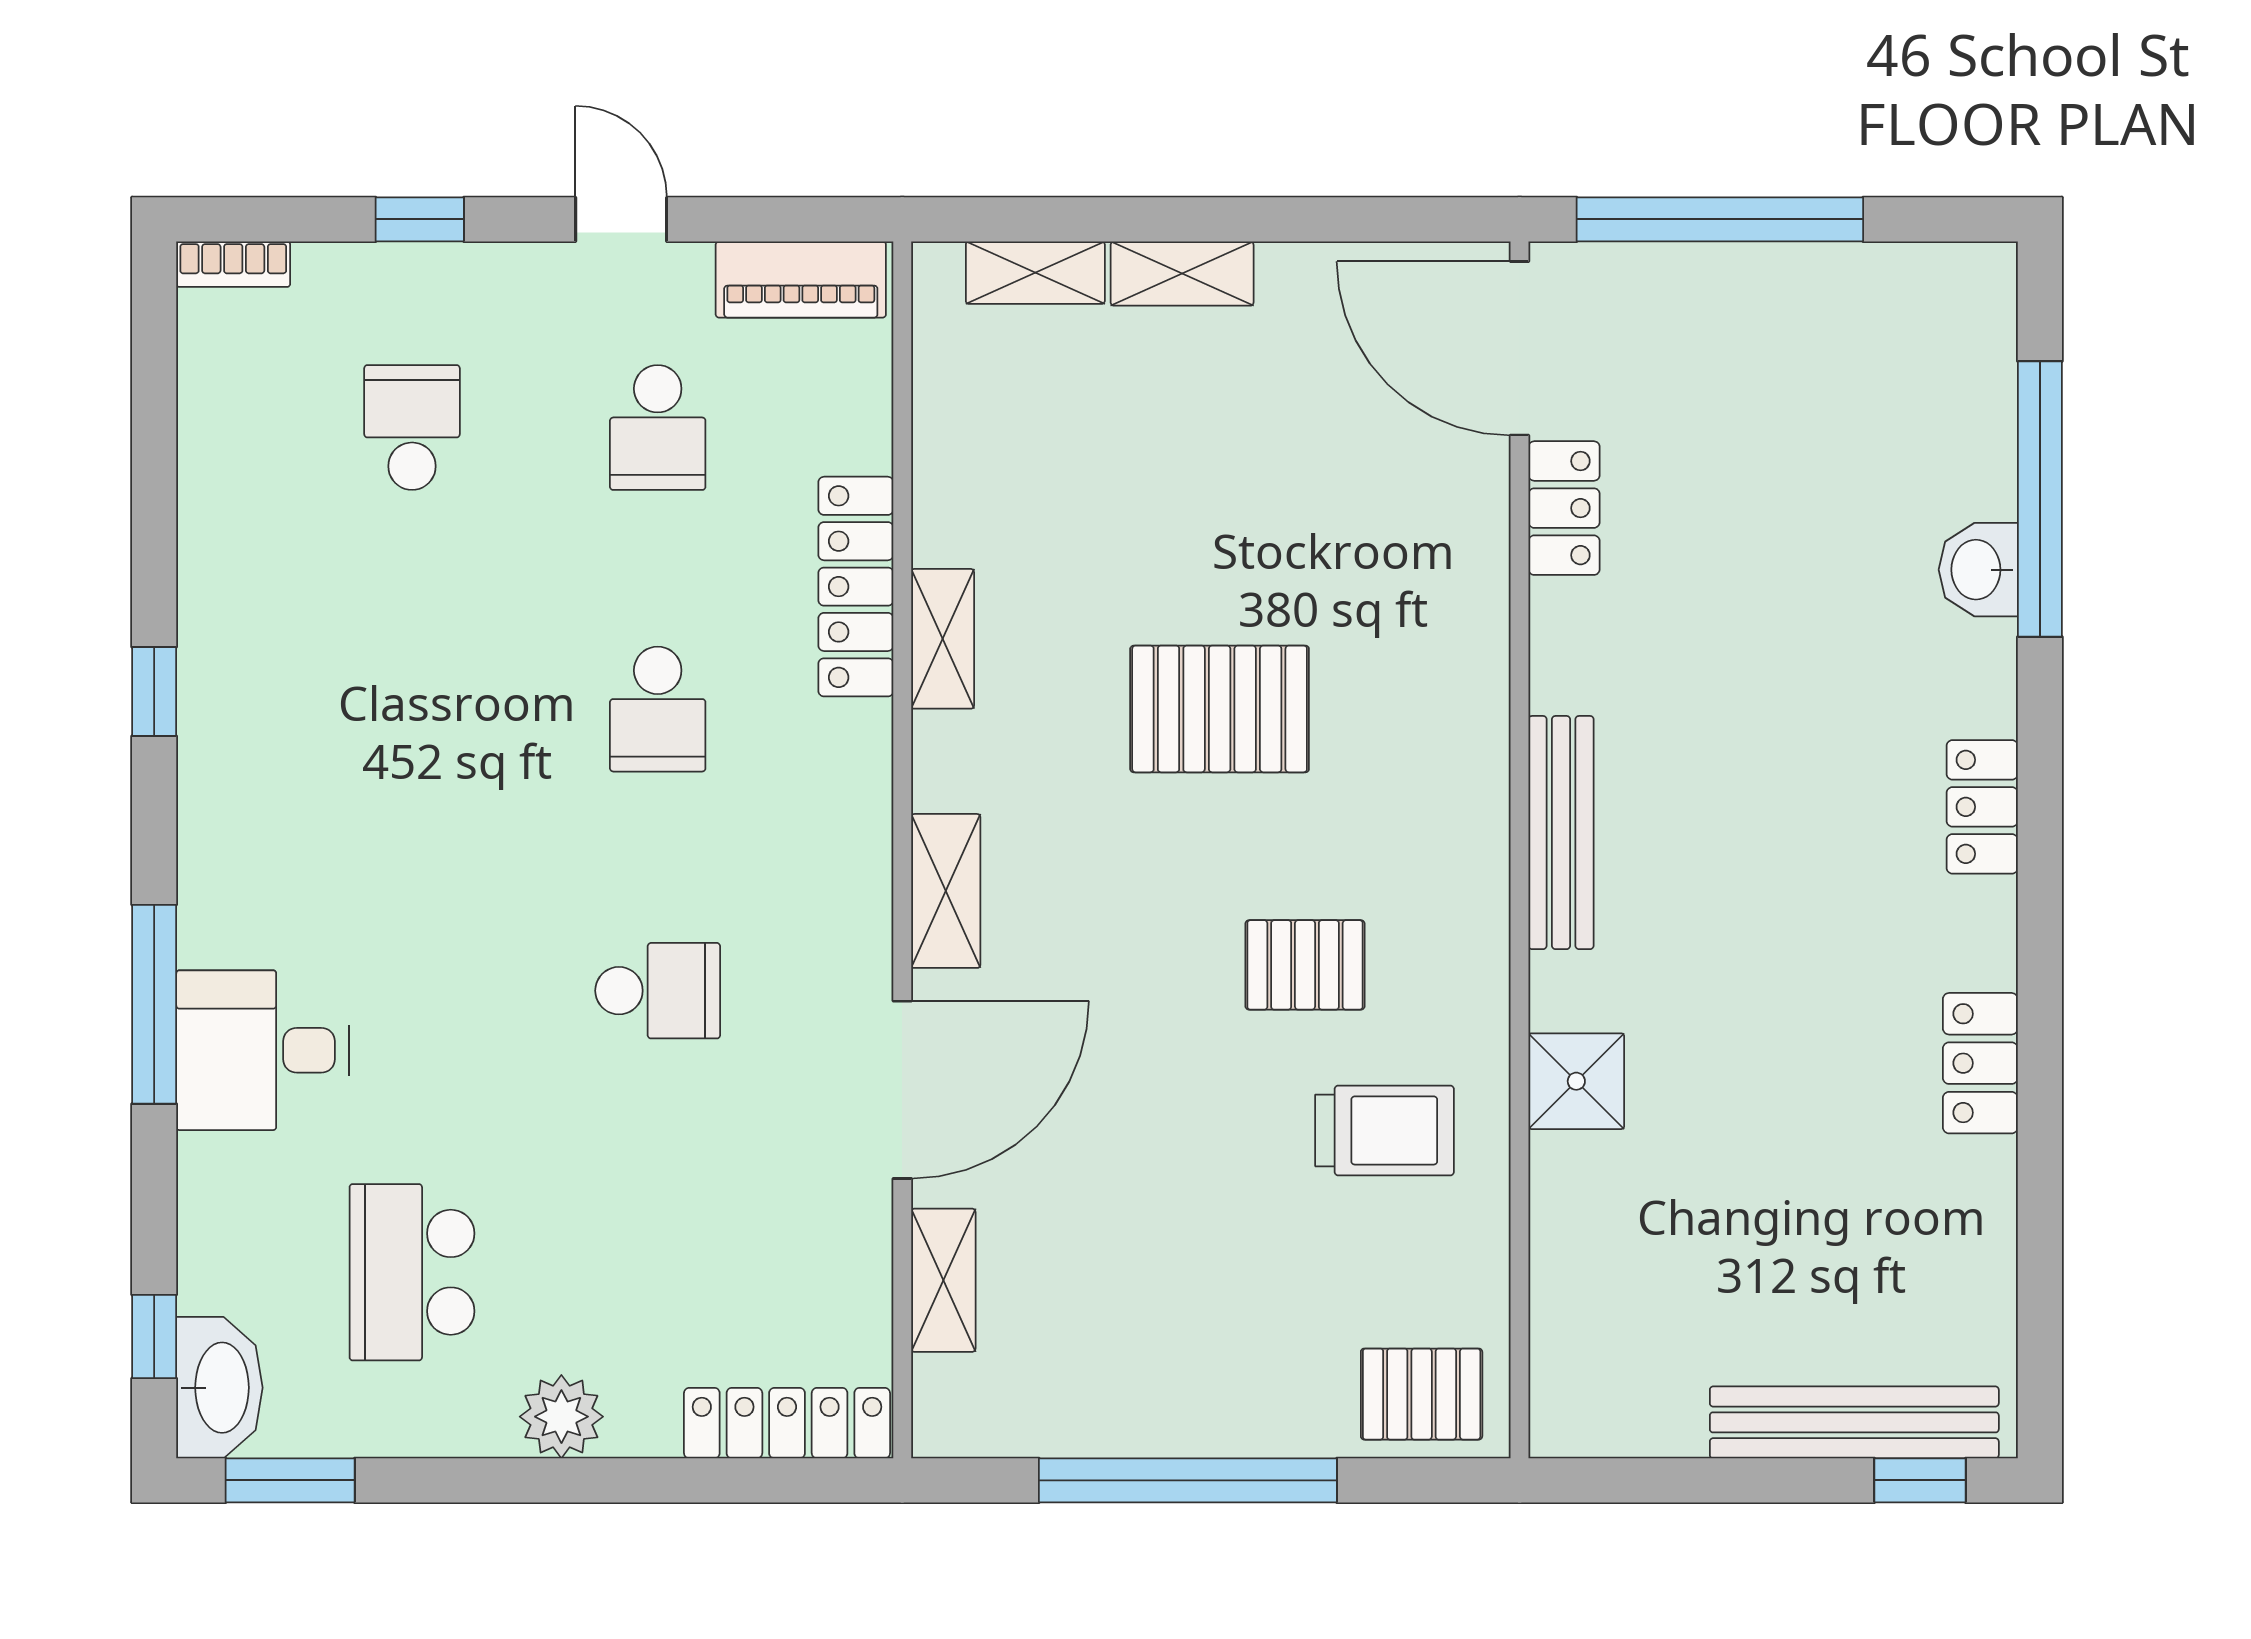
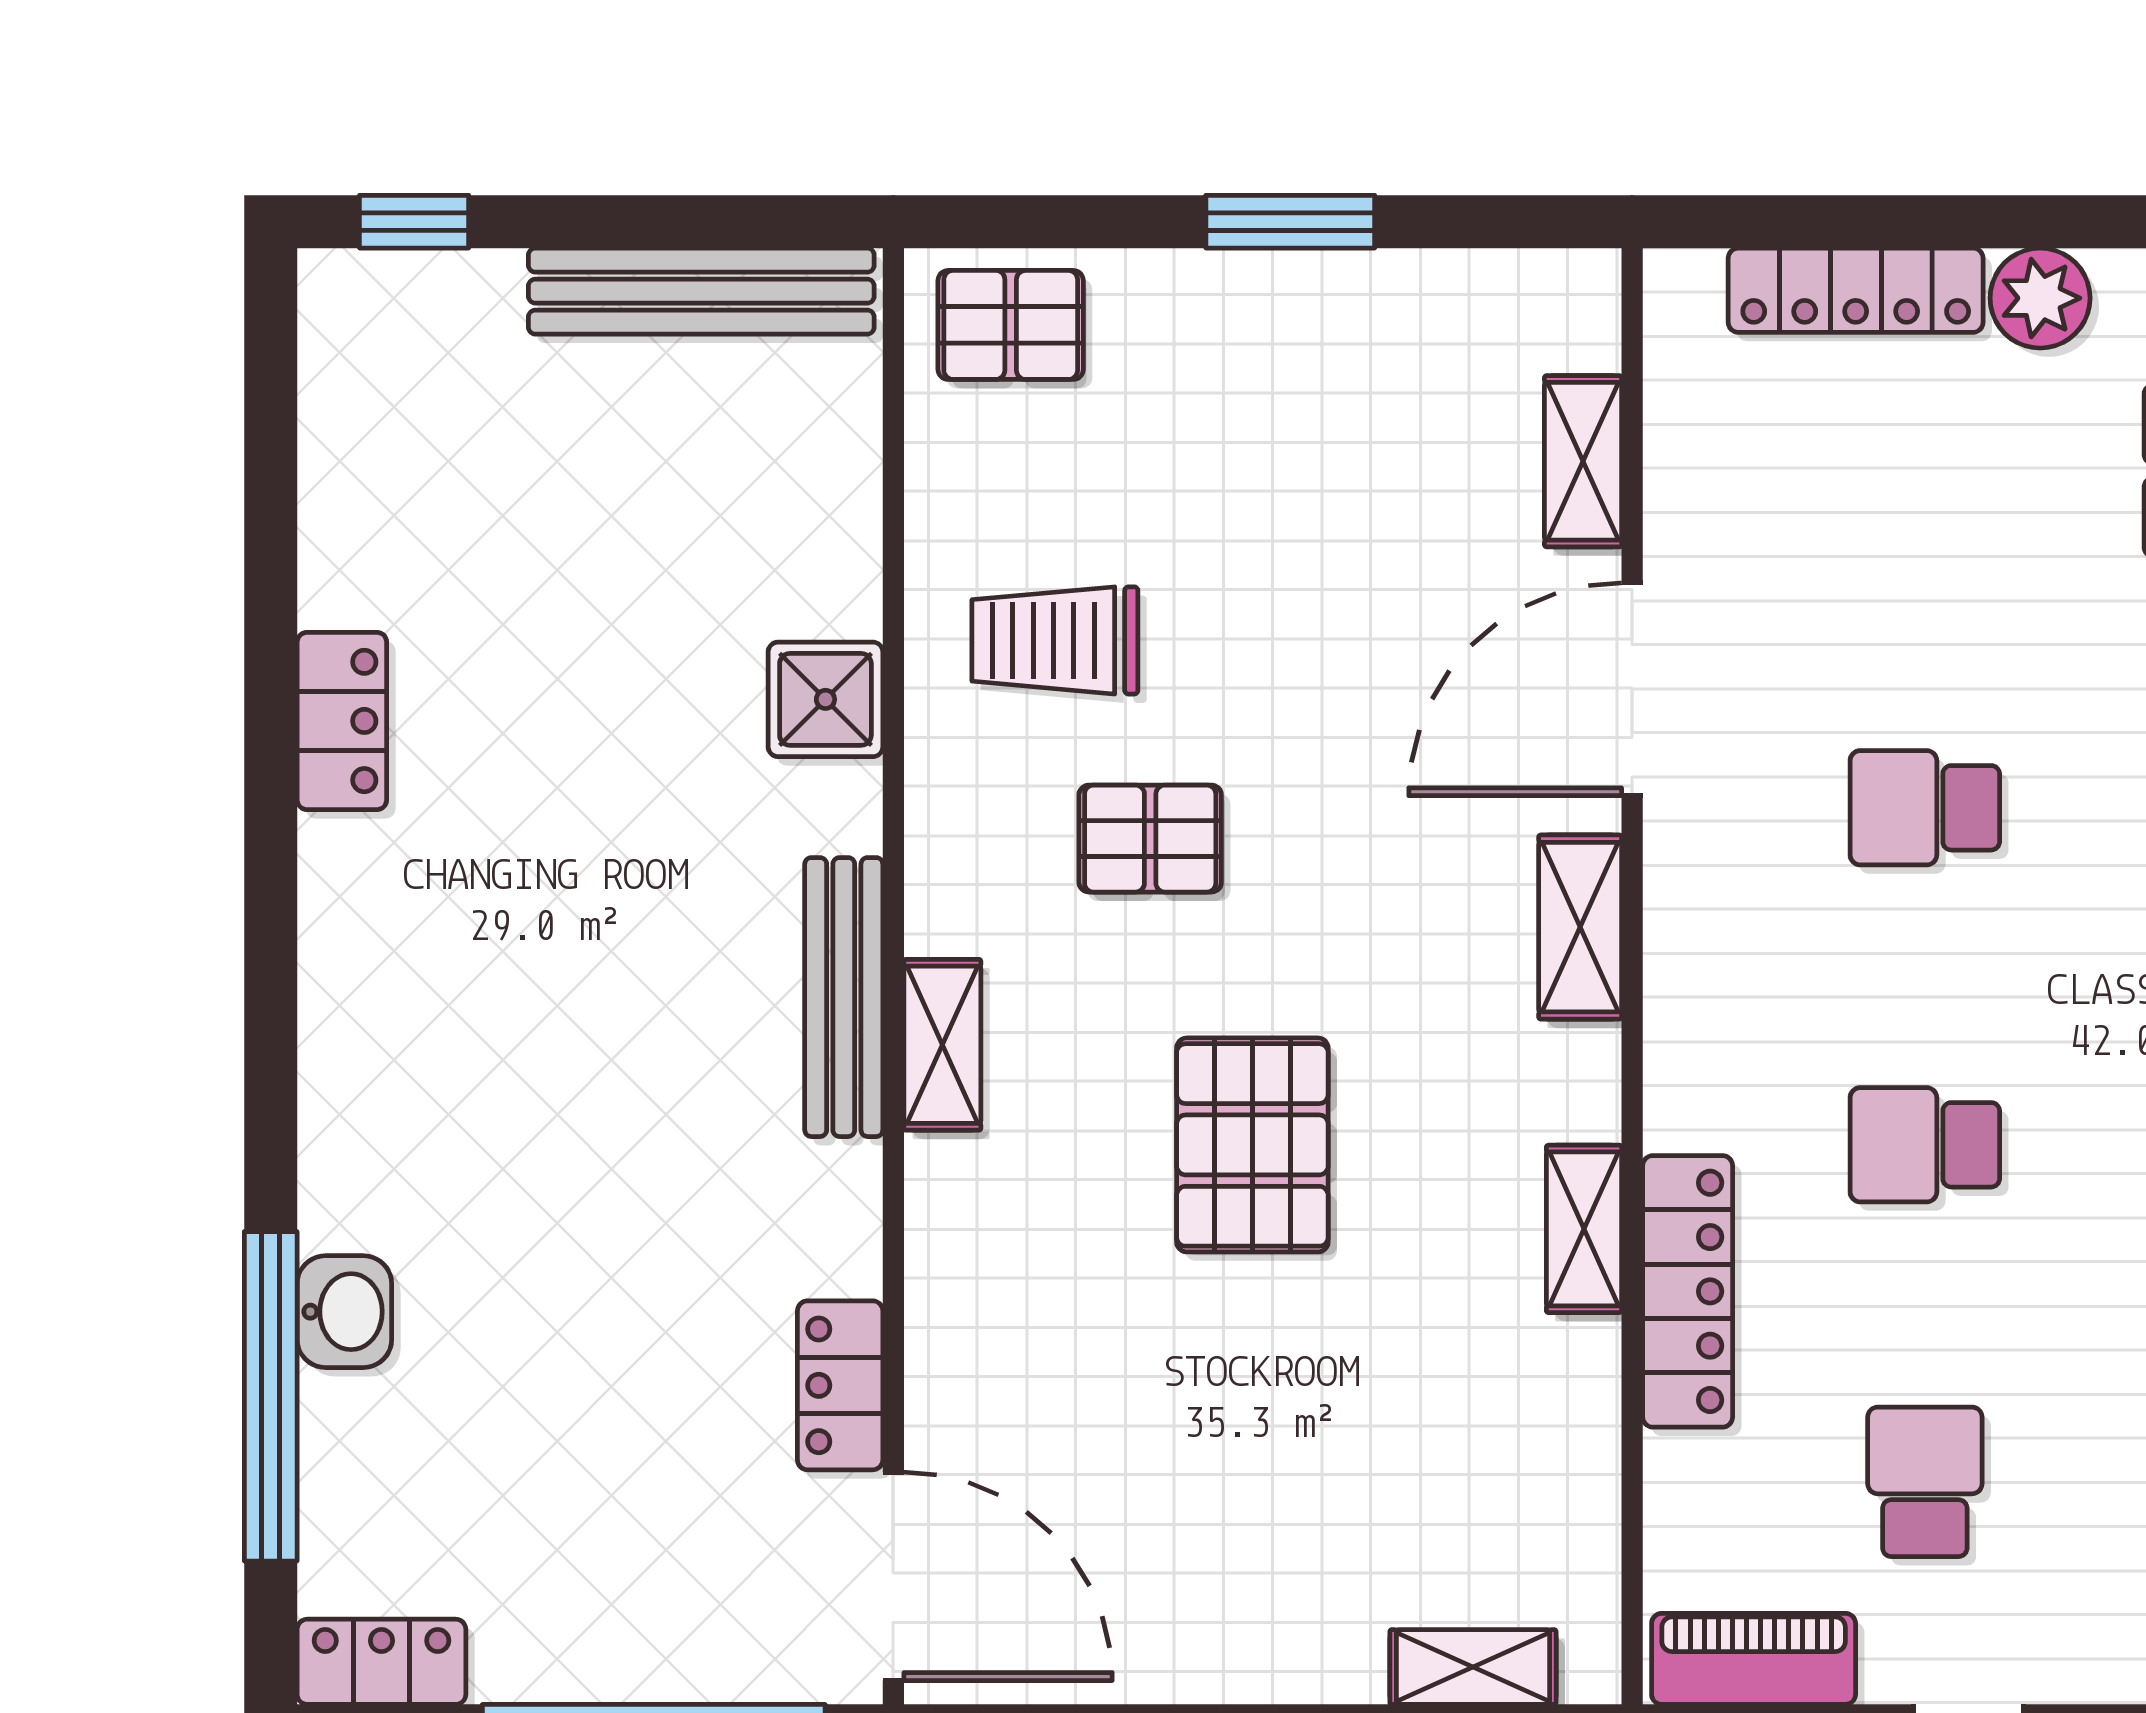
shelving: (1182, 274) -> (942, 1045), moved, turned 90
school desk: (658, 709) -> (1925, 1145), turned -90
pallet: (1220, 709) -> (1252, 1145), turned 90
locker: (1982, 807) -> (381, 1662), moved, turned -90
bench: (1854, 1422) -> (701, 291), moved
locker: (787, 1423) -> (1856, 290), moved
window: (1188, 1480) -> (1290, 222), width x0.47

